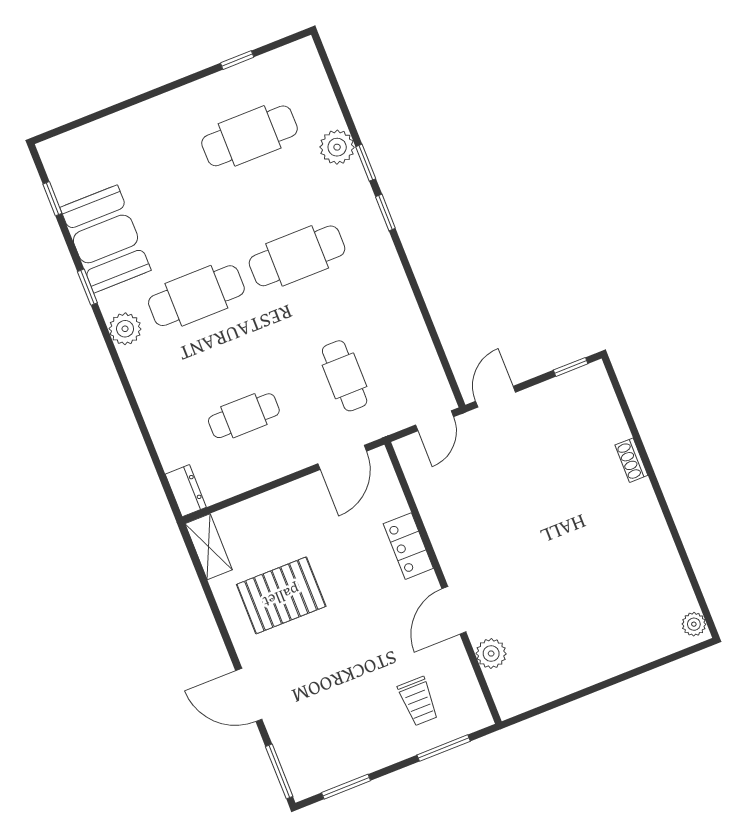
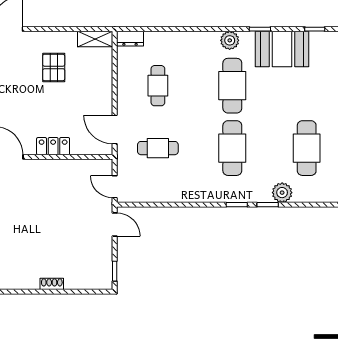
pallet: (281, 595) -> (54, 67), width x0.67, depth x0.71

